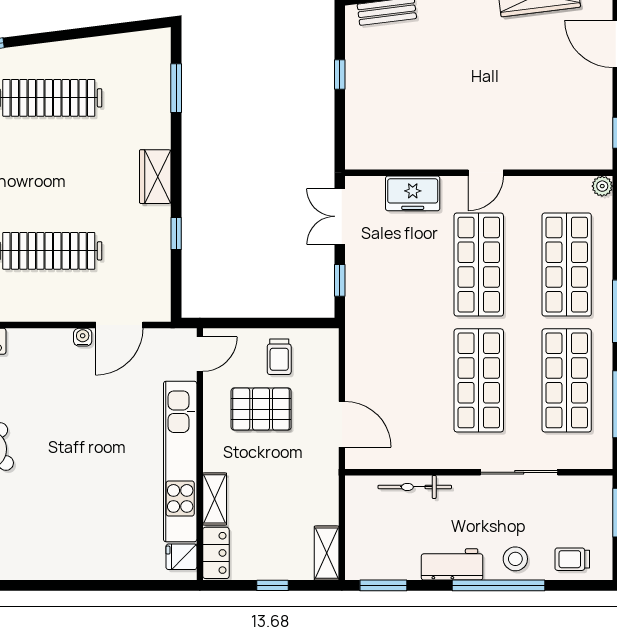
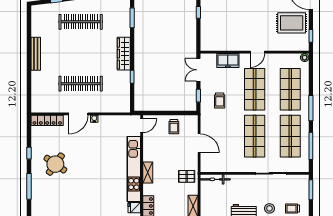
rug: (570, 101) -> (292, 23), added
wardrobe: (155, 177) -> (124, 54), width x1.50
trolley: (392, 292) -> (220, 100), added
door: (119, 325) -> (78, 114), moved
pallet: (261, 409) -> (187, 176), moved, width x0.67, depth x0.71
door: (342, 424) -> (199, 143), moved
bicycle: (415, 487) -> (215, 179), moved
shelving: (215, 499) -> (148, 173), moved

